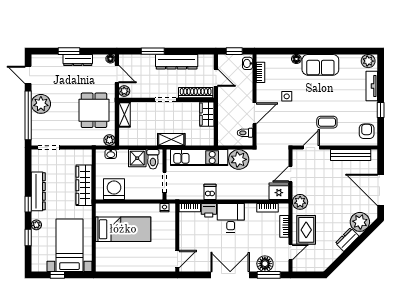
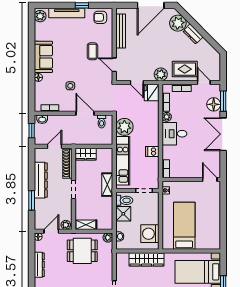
window: (69, 51) -> (32, 272), removed
tv unit: (372, 86) -> (67, 13), width x1.41
plant: (250, 209) -> (167, 117), added
printer: (209, 210) -> (168, 152), removed

